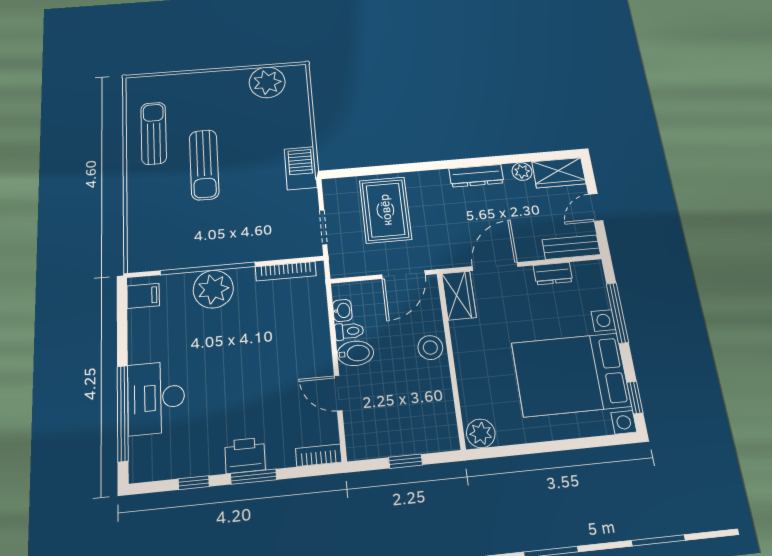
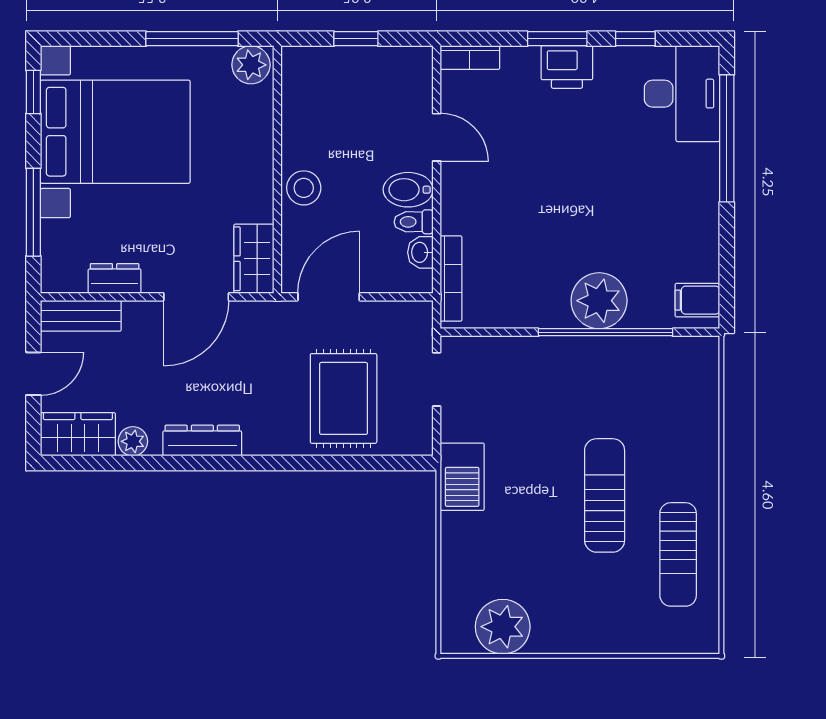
bookcase: (286, 271) -> (451, 279), moved, turned 90
desk: (156, 398) -> (682, 94), moved
window: (527, 449) -> (192, 39), added

